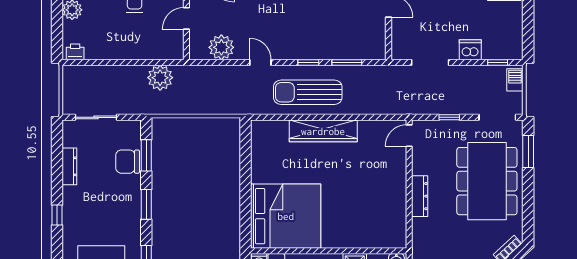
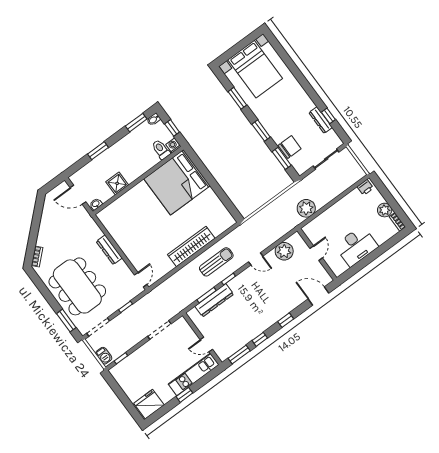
dresser: (342, 50) -> (214, 300), added
dishwasher: (470, 50) -> (142, 354), removed
sun lounger: (308, 92) -> (216, 262), width x0.73, depth x0.75
window: (57, 215) -> (328, 116), moved

